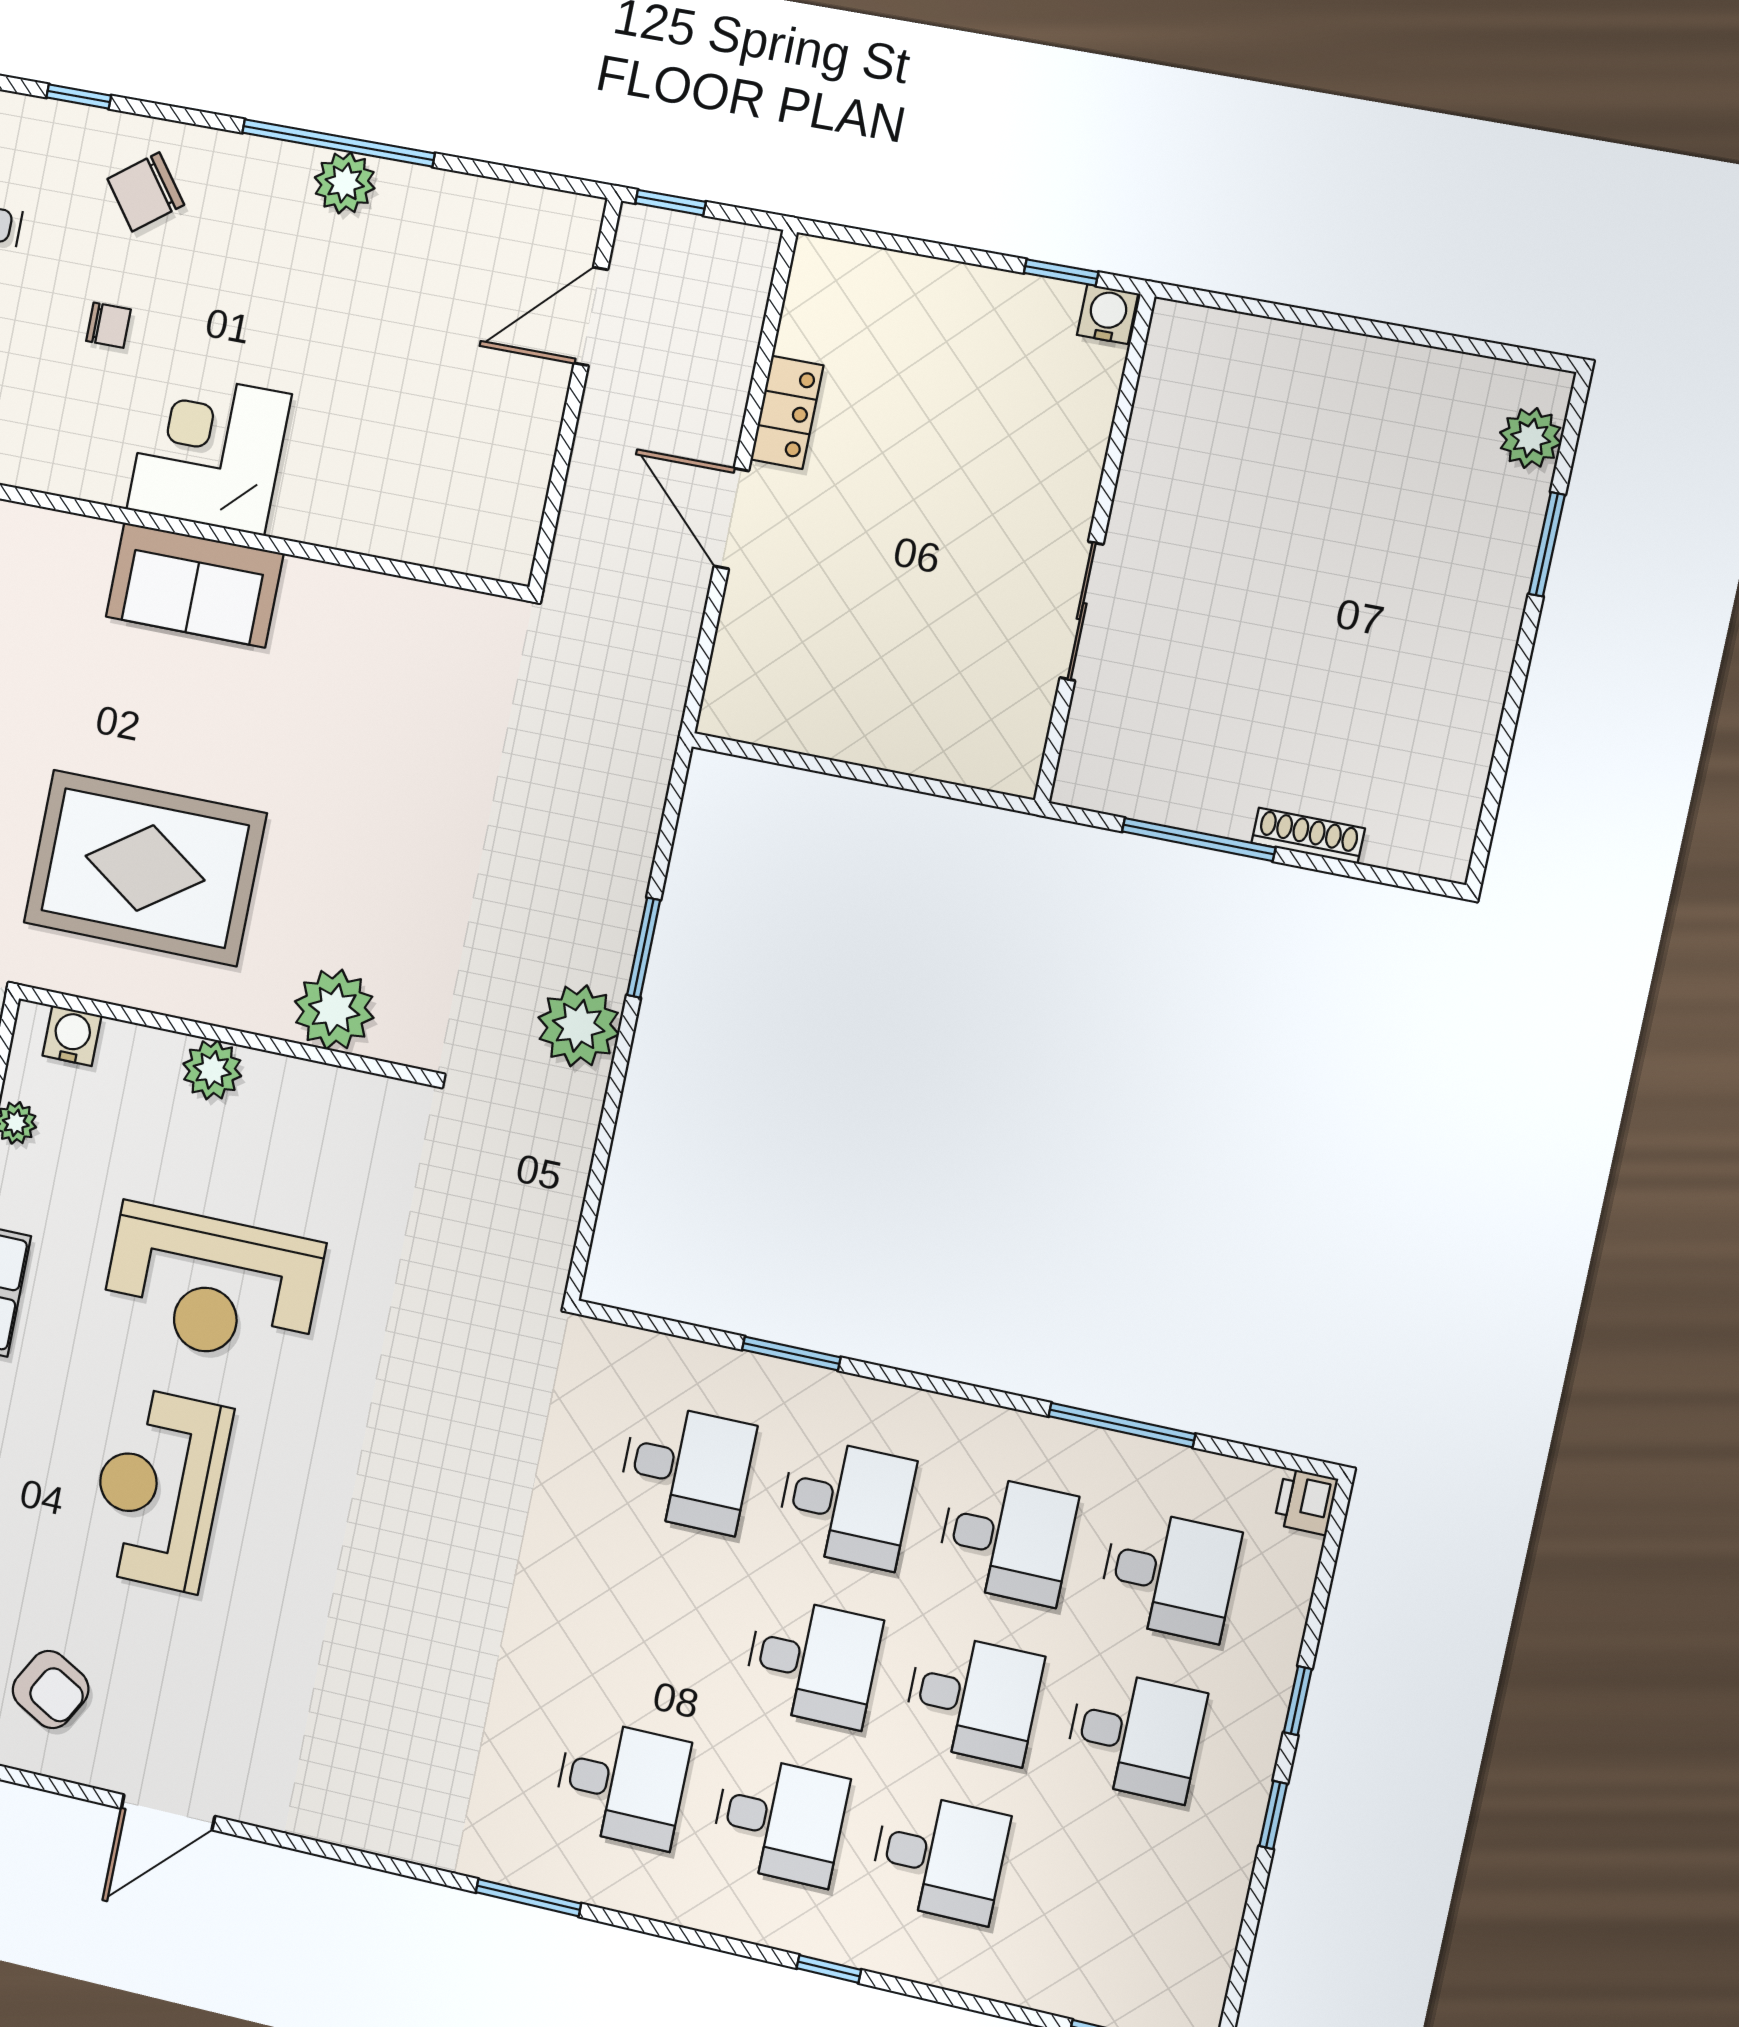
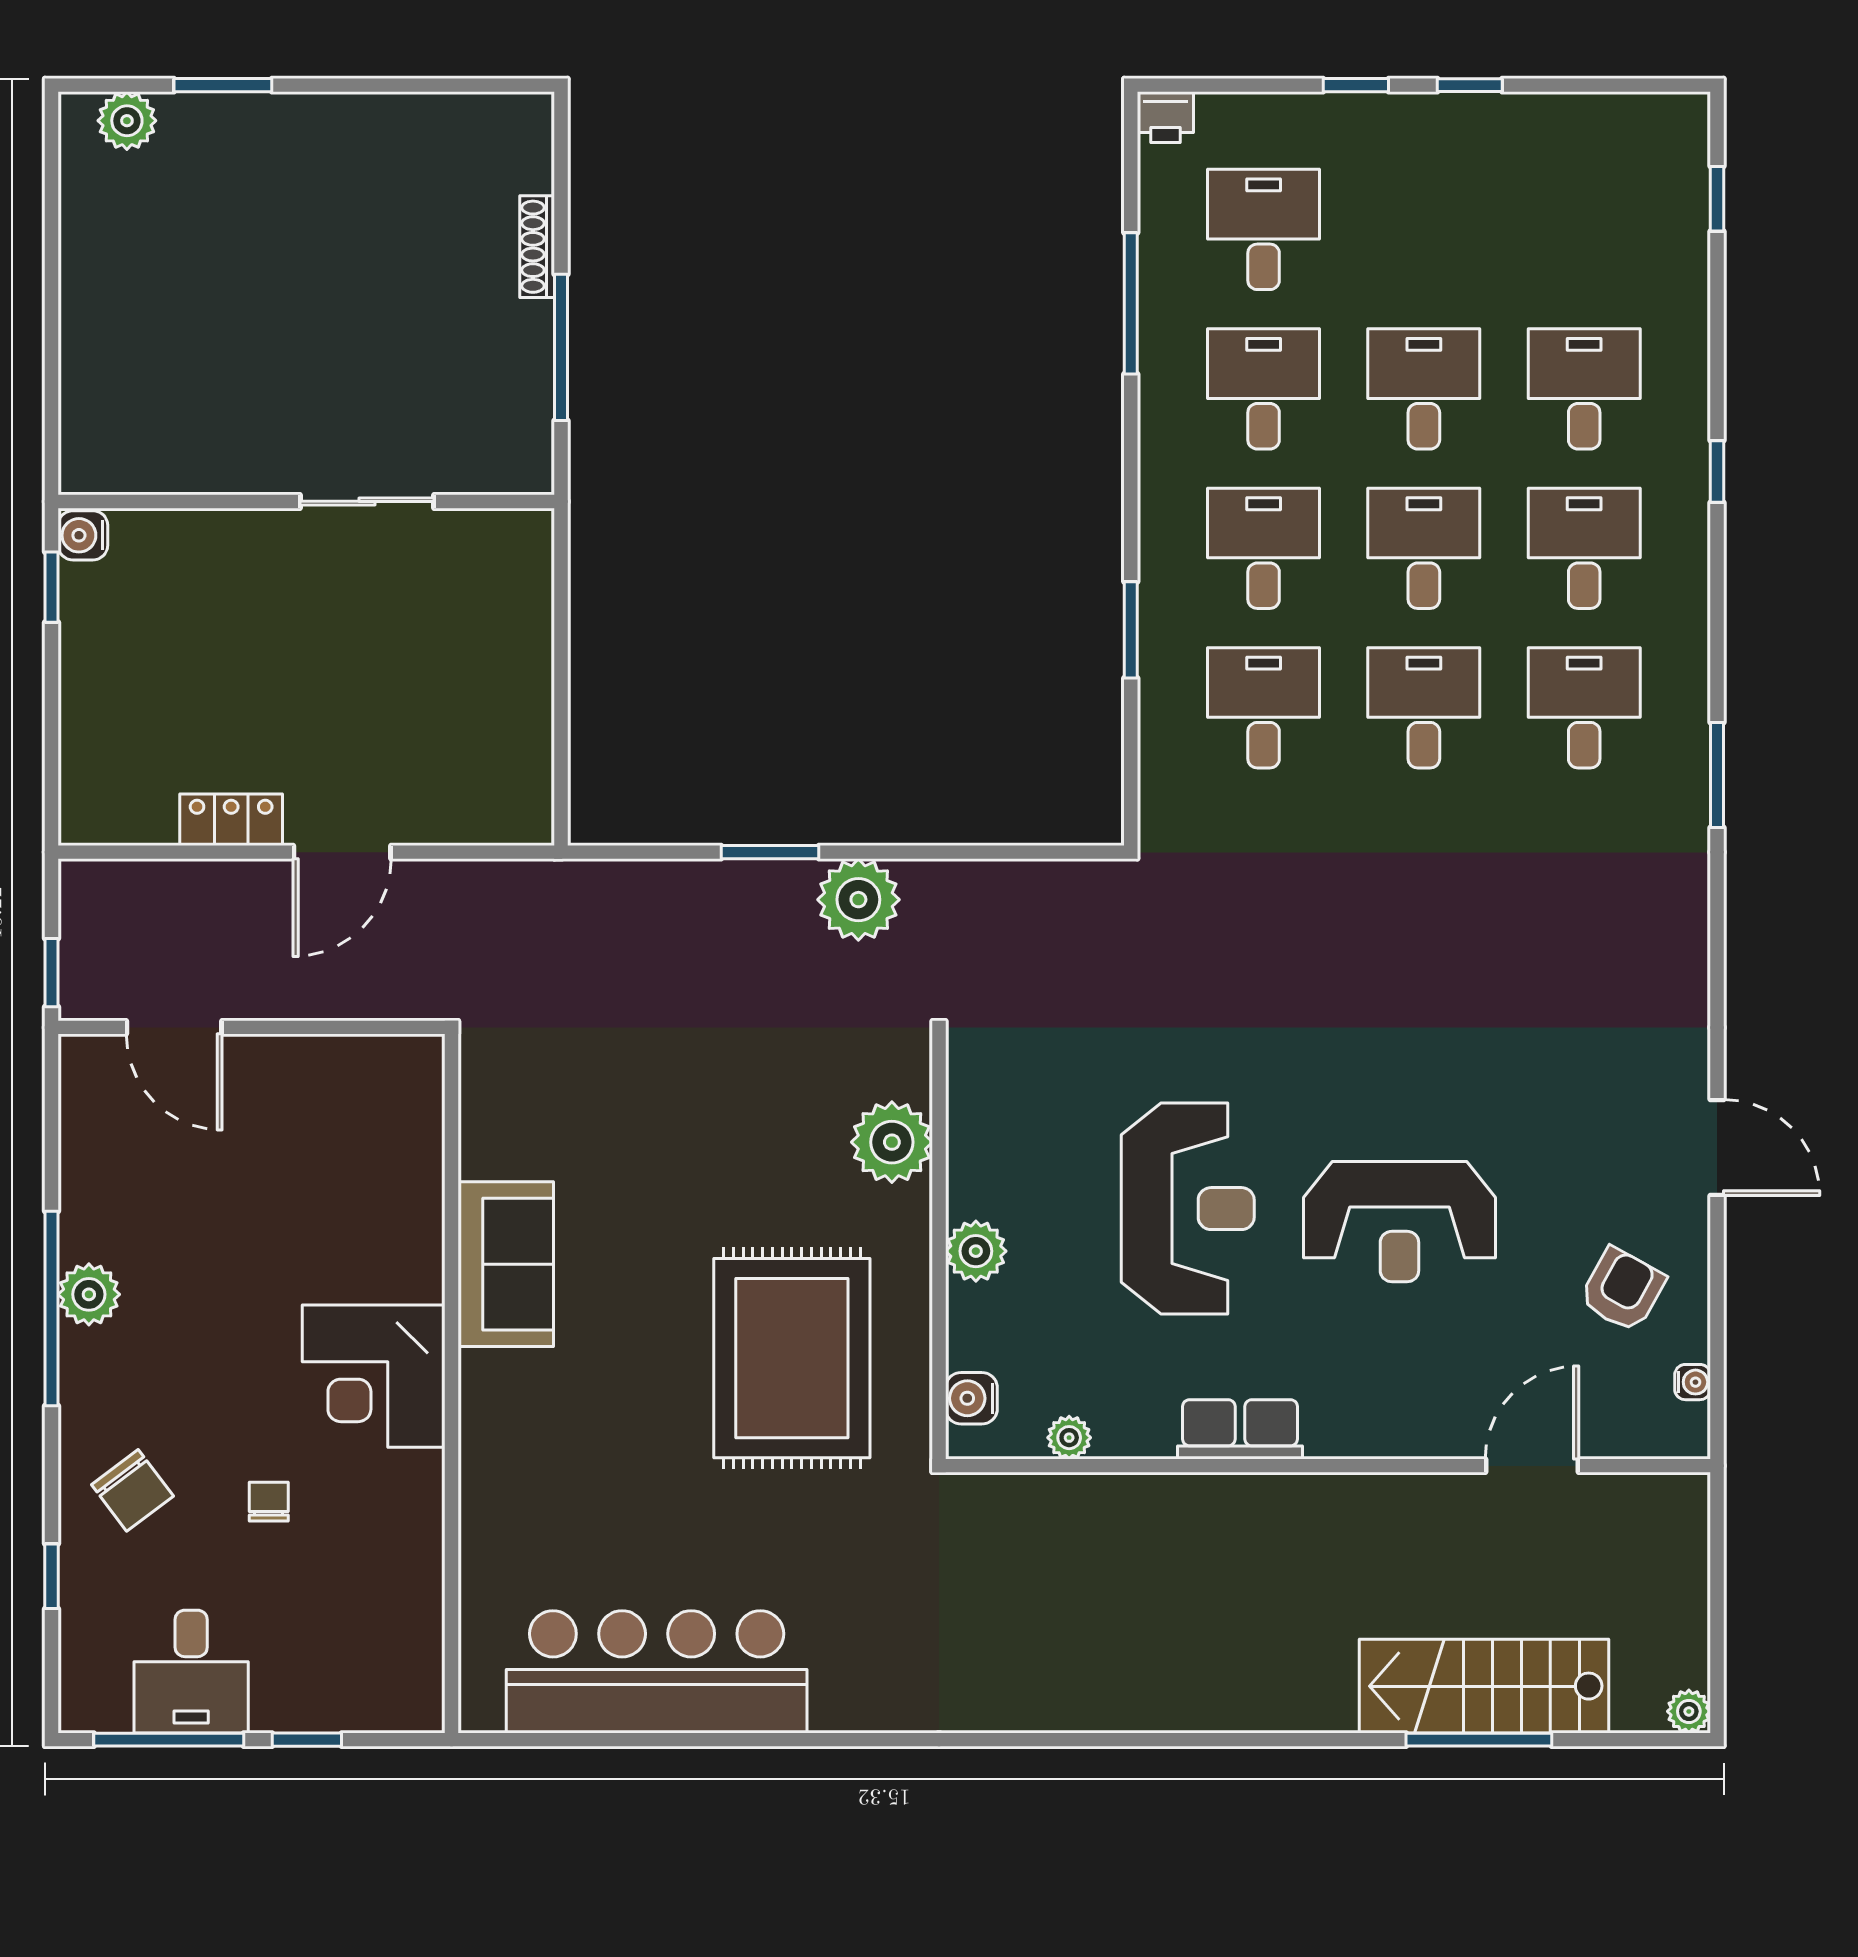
sofa: (195, 585) -> (506, 1264), moved
desk: (1135, 1735) -> (1424, 708), moved

